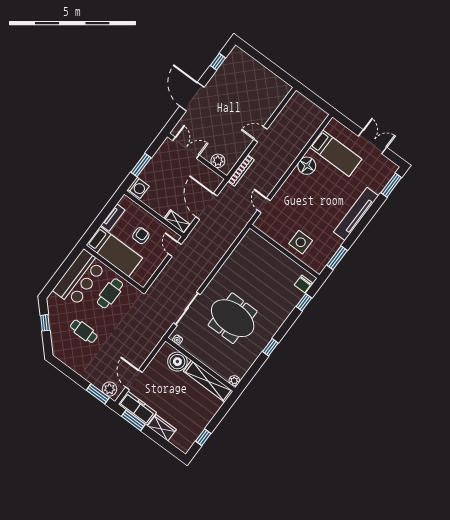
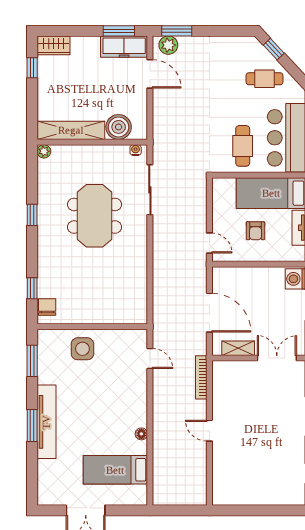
door: (260, 134) -> (209, 431), swing flipped
double door: (186, 148) -> (277, 358), swing flipped
plant: (218, 161) -> (233, 369), removed
floor lamp: (307, 166) -> (141, 434), width x0.53, depth x0.53
window: (391, 185) -> (32, 426), moved
shelving: (177, 222) -> (238, 348), moved
meeting table: (233, 318) -> (94, 216), turned 90
window: (45, 323) -> (274, 49), moved
cafe table: (84, 331) -> (264, 79), moved
wardrobe: (162, 428) -> (54, 45), moved

